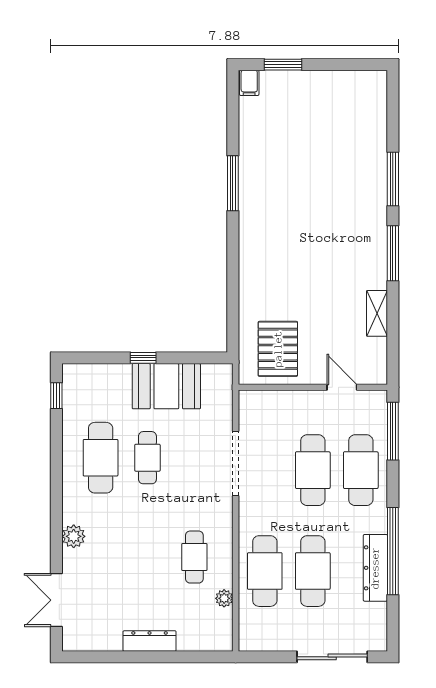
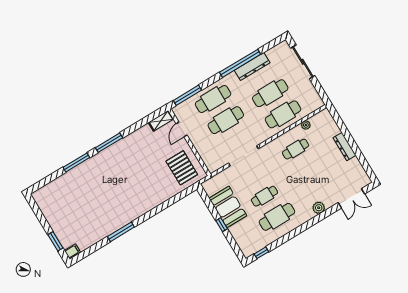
shelving: (377, 313) -> (161, 121), moved
pallet: (278, 349) -> (182, 168), turned 90

